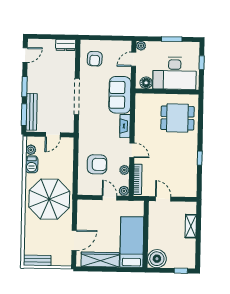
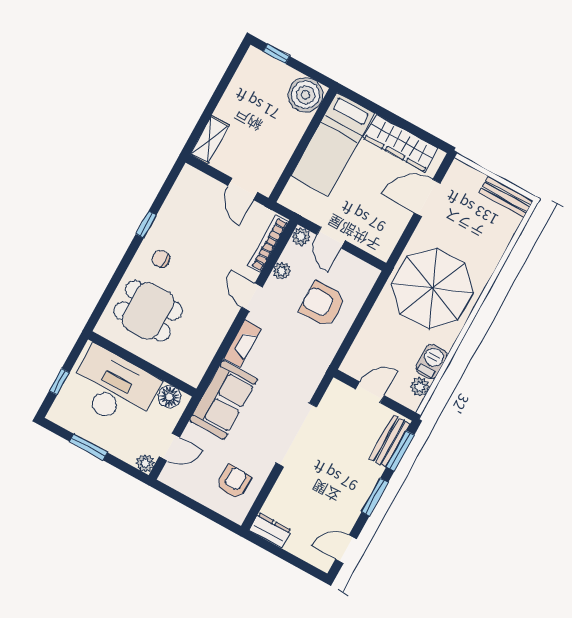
bench: (32, 112) -> (390, 441), width x0.73
chair: (184, 146) -> (161, 259), added
shelving: (191, 226) -> (210, 140), moved

